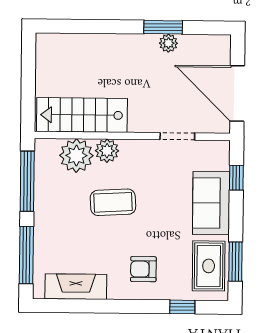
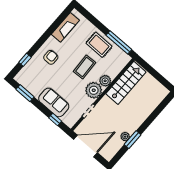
plant: (76, 156) -> (94, 90), moved
window: (26, 255) -> (92, 19), removed
rug: (209, 266) -> (99, 45), moved

